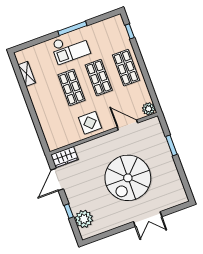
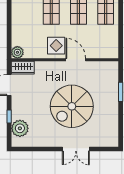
plant: (149, 109) -> (17, 52), moved
door: (127, 125) -> (76, 60), moved

